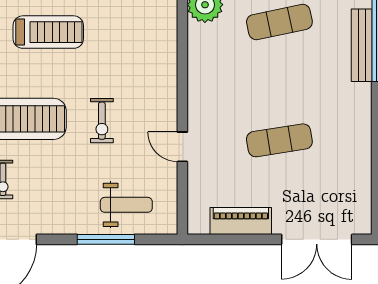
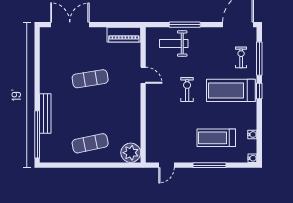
bench: (362, 45) -> (45, 113), moved
piano: (241, 221) -> (124, 35), moved

